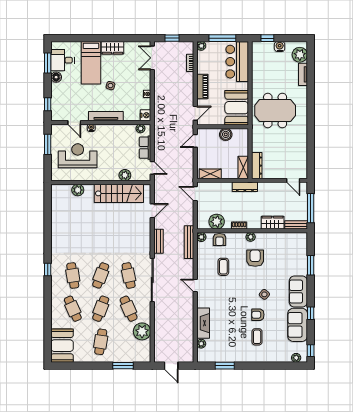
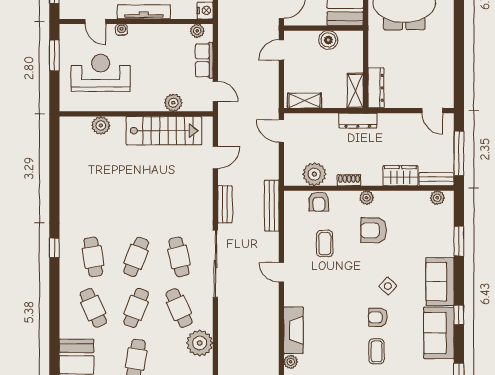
plant: (201, 237) -> (437, 198), moved
armchair: (255, 258) -> (374, 230), turned -90

